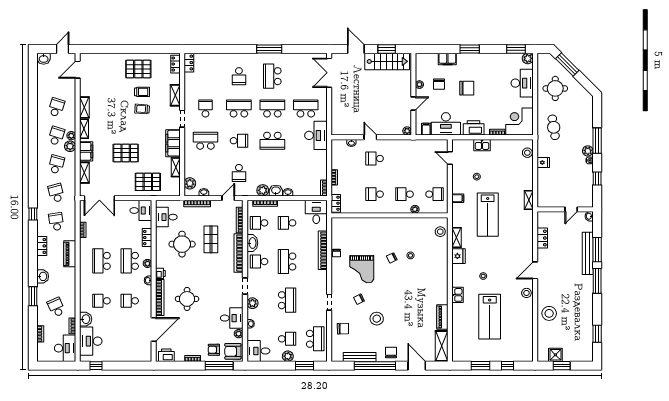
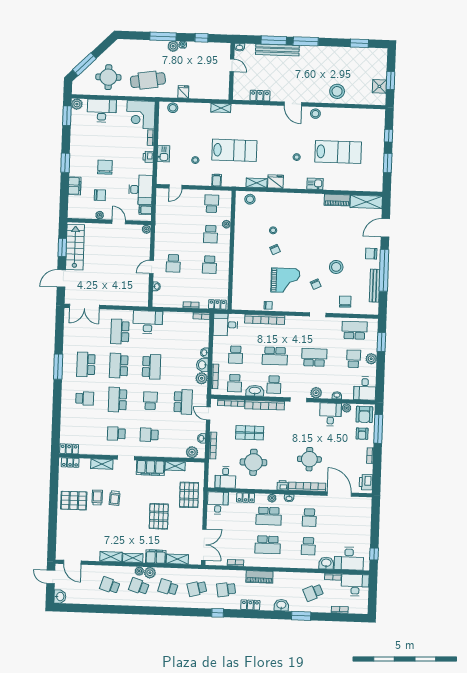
pallet: (138, 69) -> (74, 501), turned 90
school desk: (272, 76) -> (86, 364), turned 90
cafe table: (554, 127) -> (148, 80), width x1.37, depth x1.35
printer: (474, 128) -> (148, 157), width x0.53, depth x0.68
school desk: (205, 141) -> (149, 435), width x0.54
school desk: (239, 173) -> (183, 402), width x1.85

